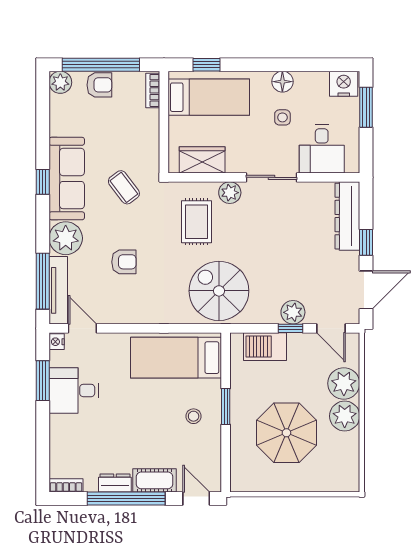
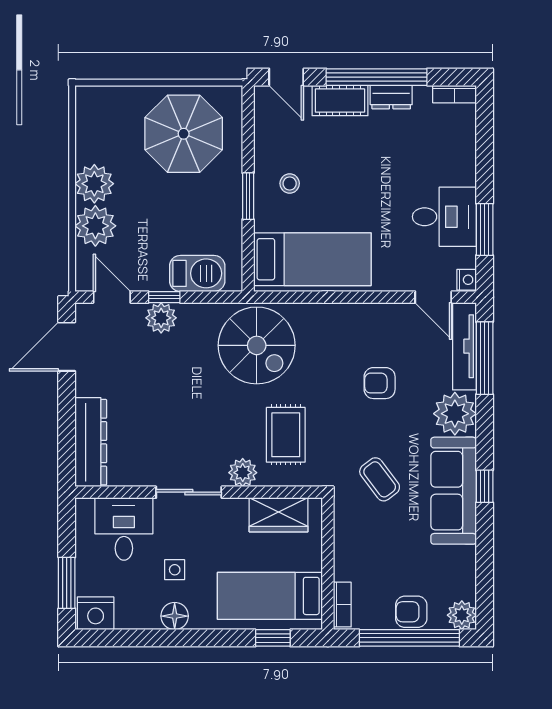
window: (366, 242) -> (67, 408), removed
parasol: (286, 433) -> (184, 134), moved

